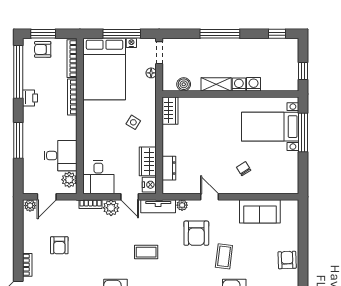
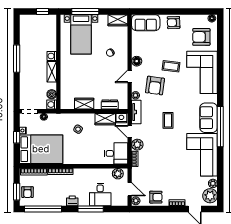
window: (122, 34) -> (17, 137), width x0.46
window: (220, 34) -> (17, 59), moved
window: (277, 34) -> (17, 29), removed
washing machine: (254, 84) -> (52, 105), moved
printer: (30, 98) -> (72, 201), moved
wardrobe: (170, 111) -> (84, 104), moved
desk: (61, 156) -> (100, 195), moved, turned 180
wardrobe: (290, 180) -> (118, 20), added
door: (130, 197) -> (130, 132), swing flipped
floor lamp: (231, 207) -> (137, 61), added
sofa: (260, 211) -> (146, 23), moved, turned 90
armchair: (196, 233) -> (155, 86), turned 98
armchair: (59, 245) -> (156, 197), moved

